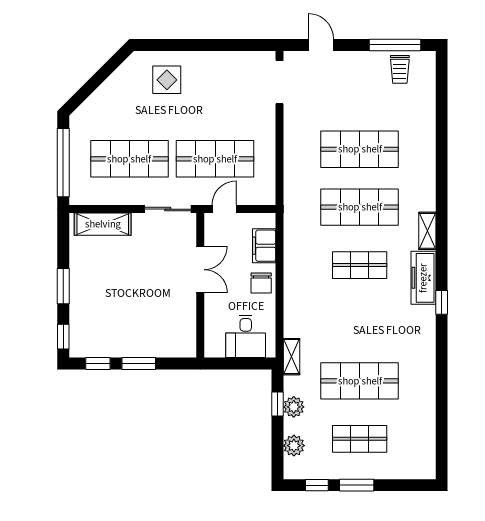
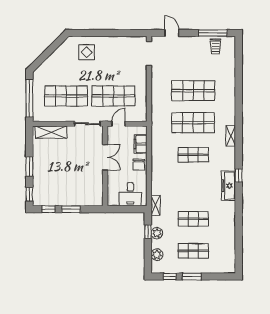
freezer: (423, 278) -> (229, 186), moved
shop shelf: (360, 381) -> (193, 219), width x0.70, depth x0.74

